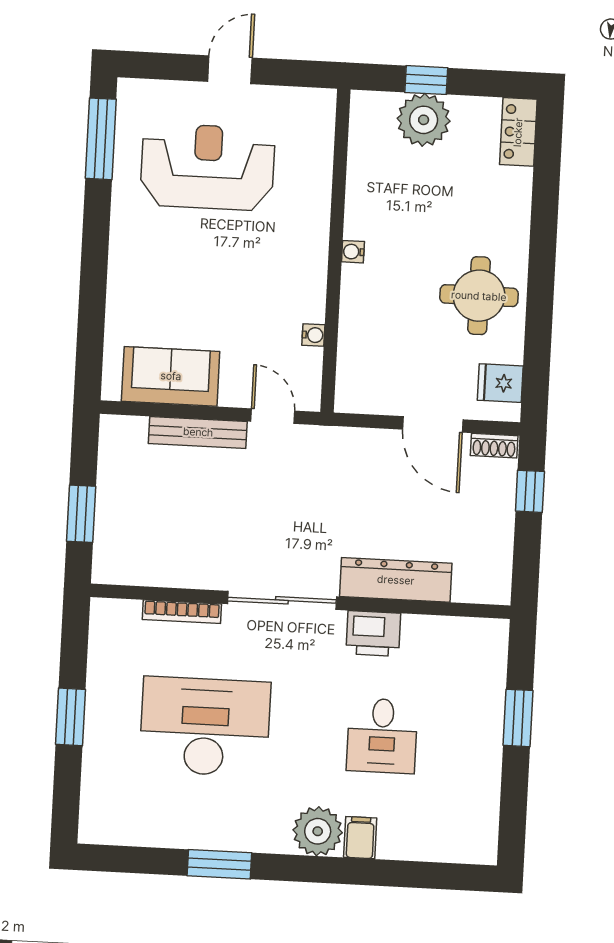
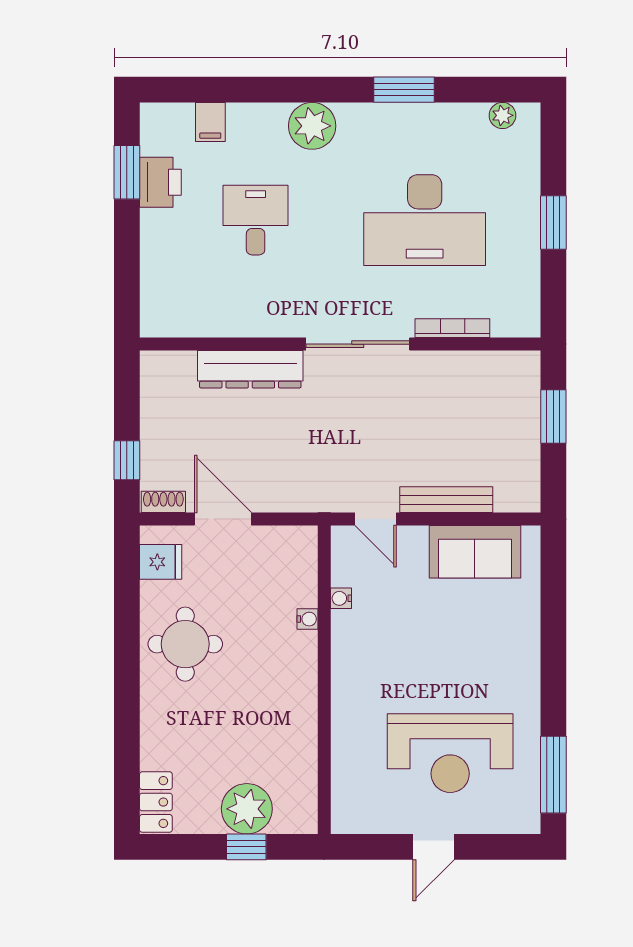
water cooler: (353, 252) -> (308, 619), moved
printer: (373, 634) -> (160, 182), moved, turned 90
window: (518, 718) -> (127, 172), moved
plant: (118, 832) -> (502, 115), added
filing cabinet: (360, 838) -> (210, 122), moved

